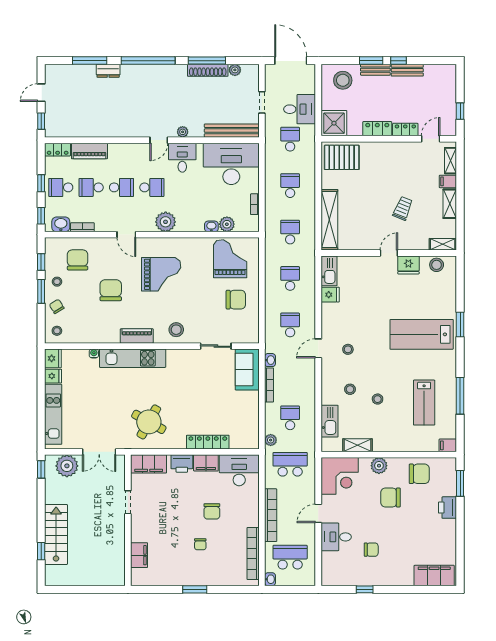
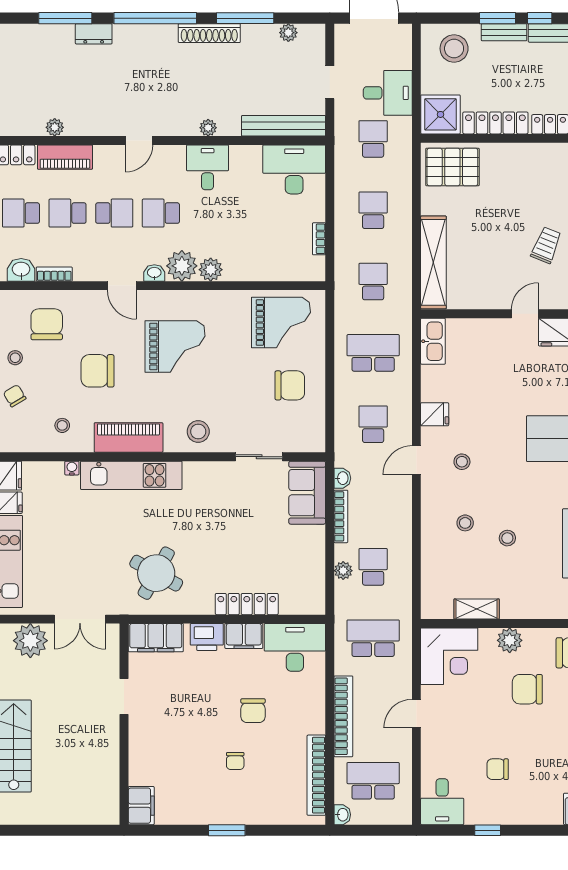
shoe rack: (208, 70) -> (209, 33), moved
locker: (377, 129) -> (495, 123), width x1.53
plant: (83, 132) -> (55, 127), added
door: (159, 140) -> (139, 141), moved
desk: (231, 164) -> (294, 169), width x0.73, depth x0.77
school desk: (152, 187) -> (161, 213), turned 180
plant: (227, 224) -> (211, 270), moved
washbasin: (211, 226) -> (154, 273), moved
grand piano: (230, 259) -> (281, 323), turned 90
school desk: (290, 278) -> (373, 353), width x1.85
chair: (111, 290) -> (98, 371), turned -90
fridge: (330, 295) -> (435, 414), moved
stool: (57, 331) -> (62, 425), moved
piano: (137, 336) -> (129, 437), width x1.37, depth x1.33
kitchen sink: (330, 421) -> (434, 572), removed
plant: (271, 440) -> (343, 571), moved
desk: (336, 537) -> (442, 802), moved, turned -90
chair: (371, 550) -> (498, 769), turned 180
filing cabinet: (139, 555) -> (141, 806), moved

